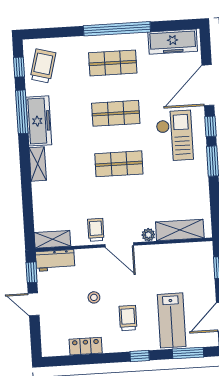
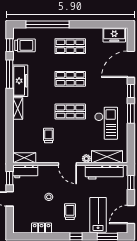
window: (117, 29) -> (47, 24), moved
freezer: (173, 42) -> (114, 35), width x0.71
trolley: (43, 66) -> (25, 45), turned 75
checkout: (175, 136) -> (106, 123), moved
trolley: (96, 230) -> (48, 135), moved
workbench: (177, 254) -> (104, 172), added
lab bench: (172, 320) -> (98, 215), turned 180

